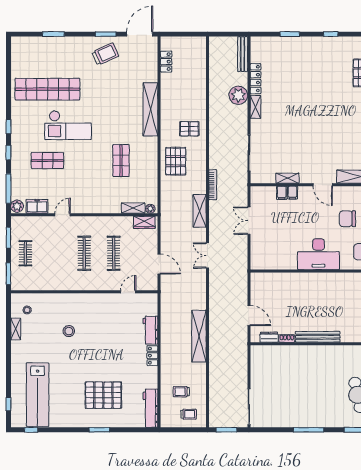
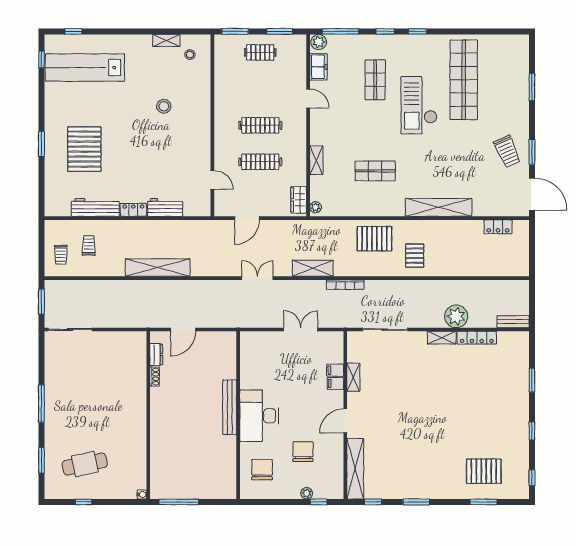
bench: (243, 54) -> (513, 322), width x0.73
shelving: (133, 208) -> (316, 160), moved
bench: (318, 337) -> (230, 407), moved
workbench: (150, 408) -> (95, 207), moved

